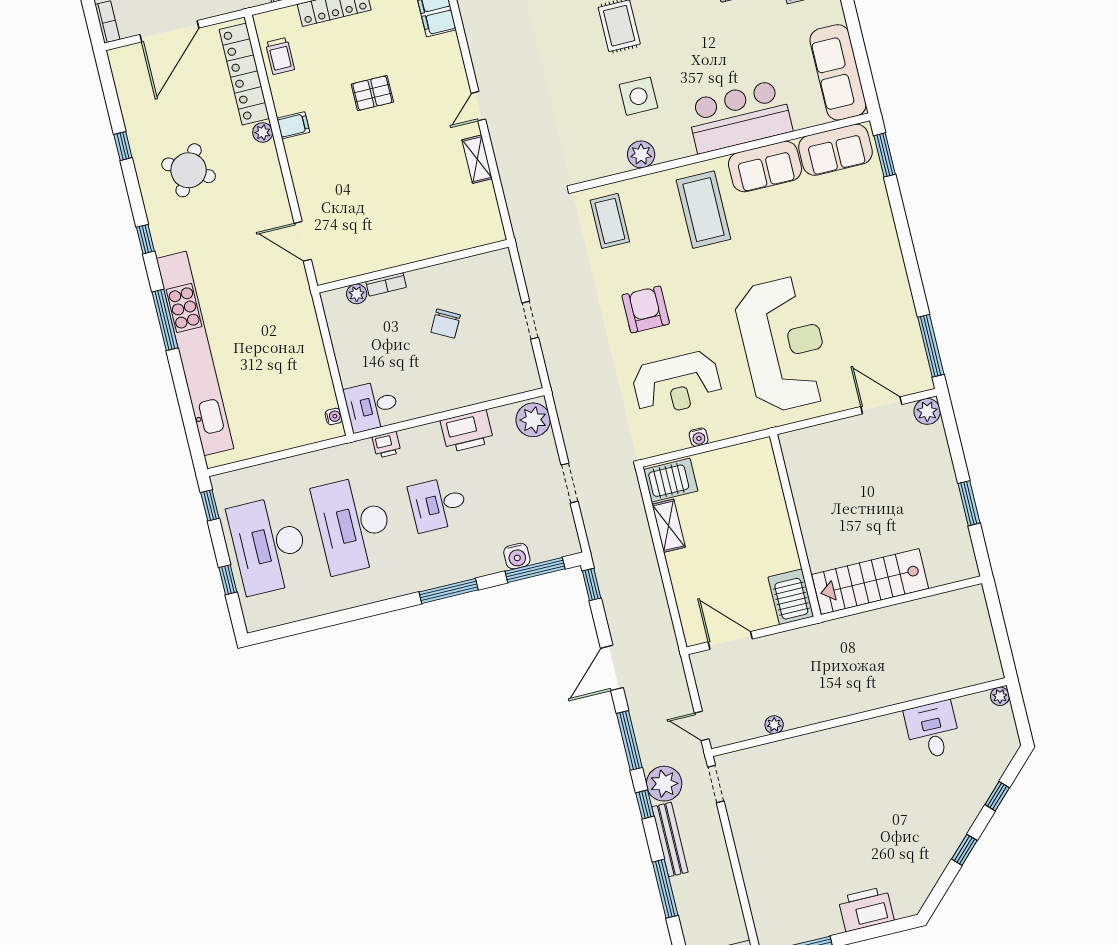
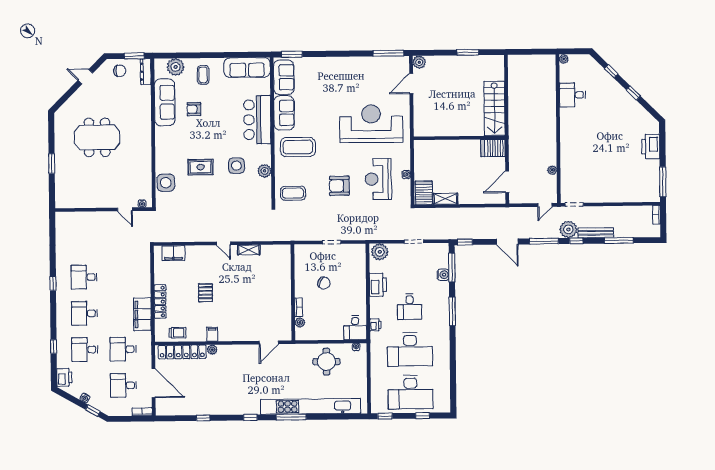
round table: (189, 170) -> (326, 362), moved, turned -30
reception desk: (677, 384) -> (378, 179), turned 180

